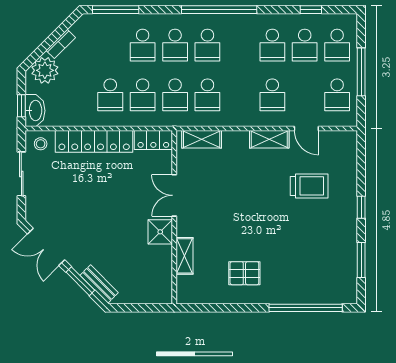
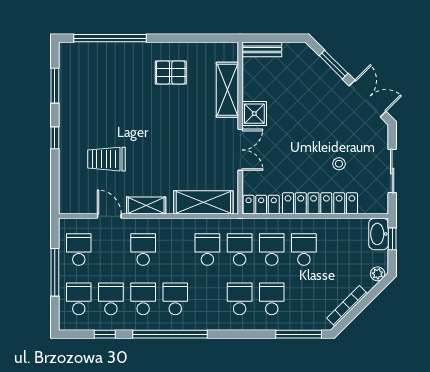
window: (219, 10) -> (170, 334), moved
bookcase: (61, 44) -> (347, 306), width x1.56
school desk: (207, 45) -> (175, 299), moved
plant: (45, 70) -> (378, 274), width x0.53, depth x0.53
shelving: (202, 139) -> (203, 202), width x1.50, depth x1.33
stool: (41, 144) -> (339, 164), moved
shelving: (185, 256) -> (227, 90), width x1.50, depth x1.33
bench: (99, 284) -> (262, 49), moved, turned -45

